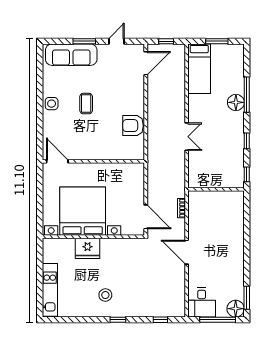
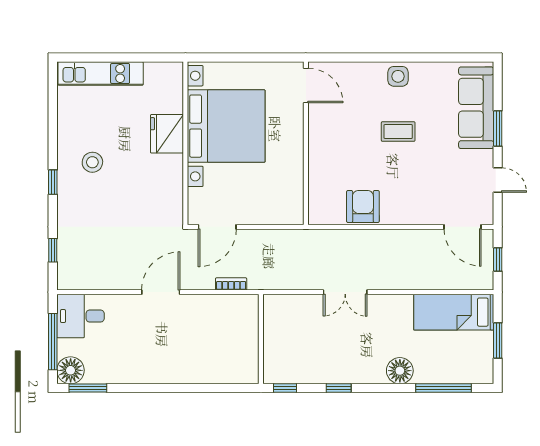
window: (247, 95) -> (443, 388), moved
door: (57, 161) -> (306, 86), hinge flipped

